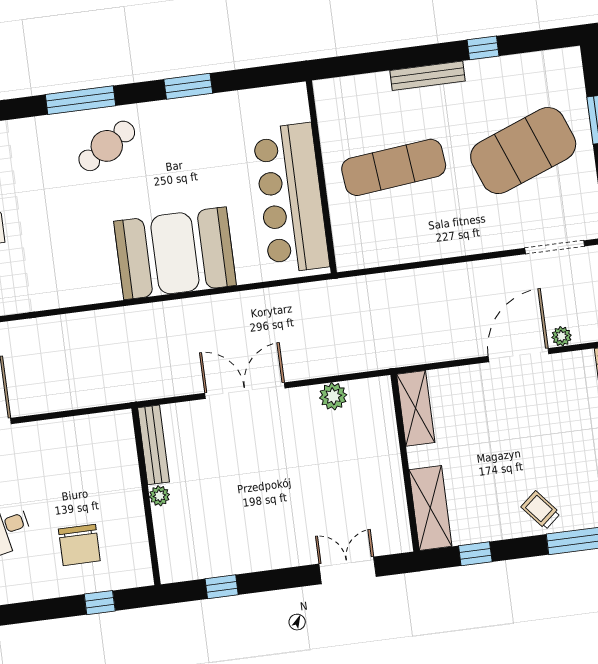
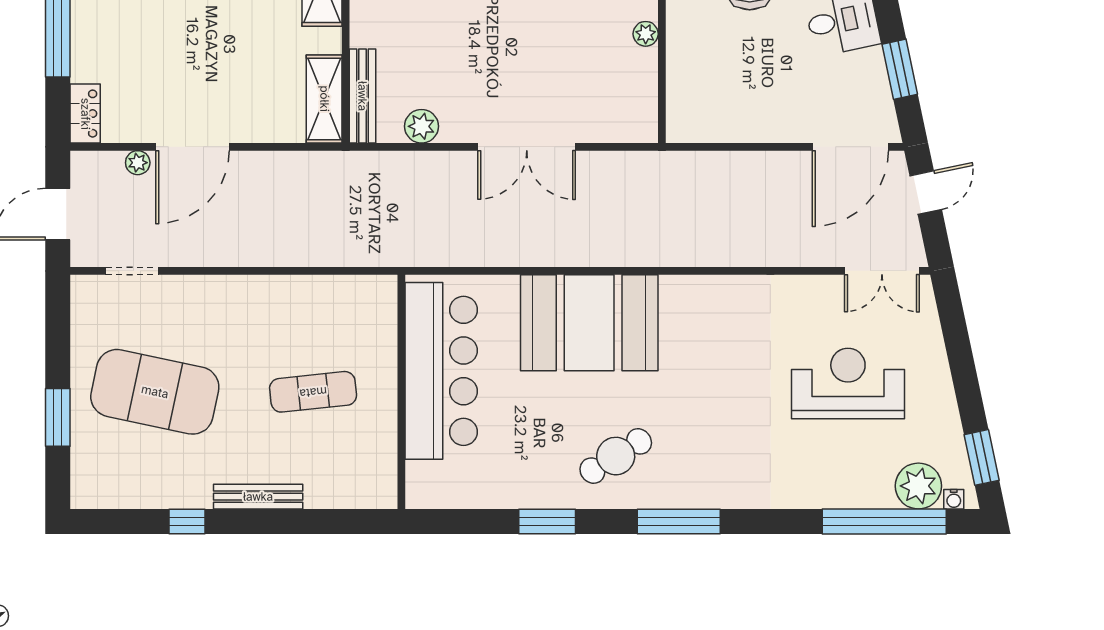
cafe table: (107, 146) -> (616, 456), moved
exercise mat: (523, 151) -> (155, 392), turned 33
exercise mat: (394, 167) -> (313, 392), width x0.73, depth x0.69
doorway: (555, 247) -> (132, 271), width x0.73
bench: (153, 445) -> (362, 96), moved

